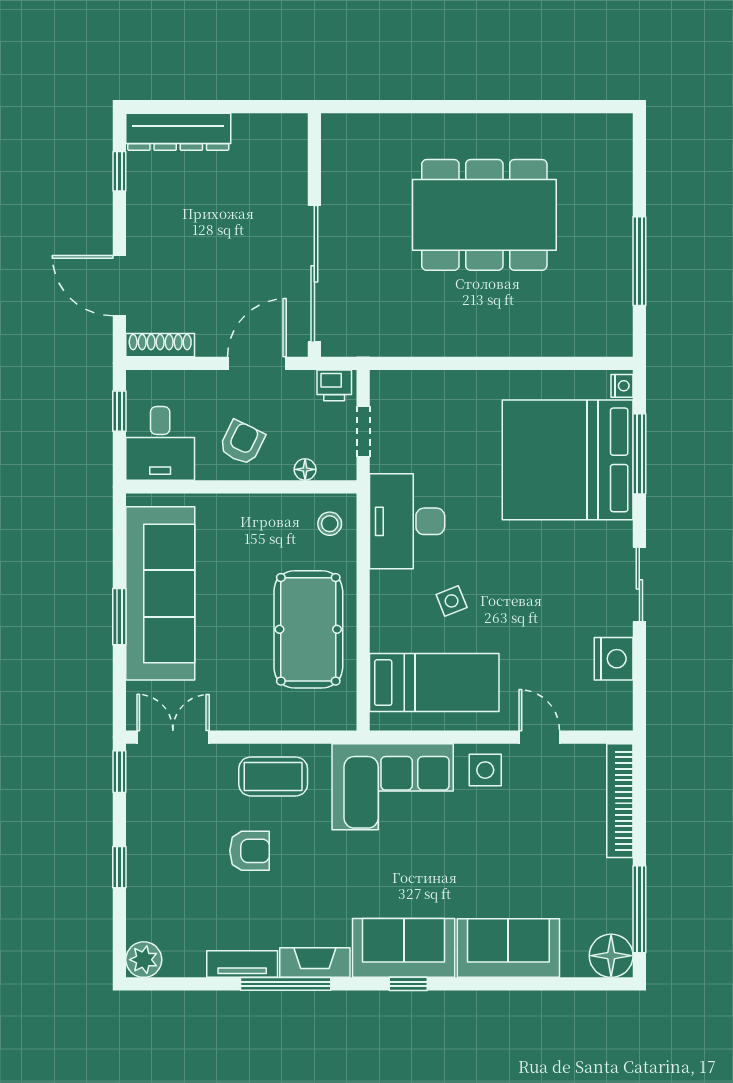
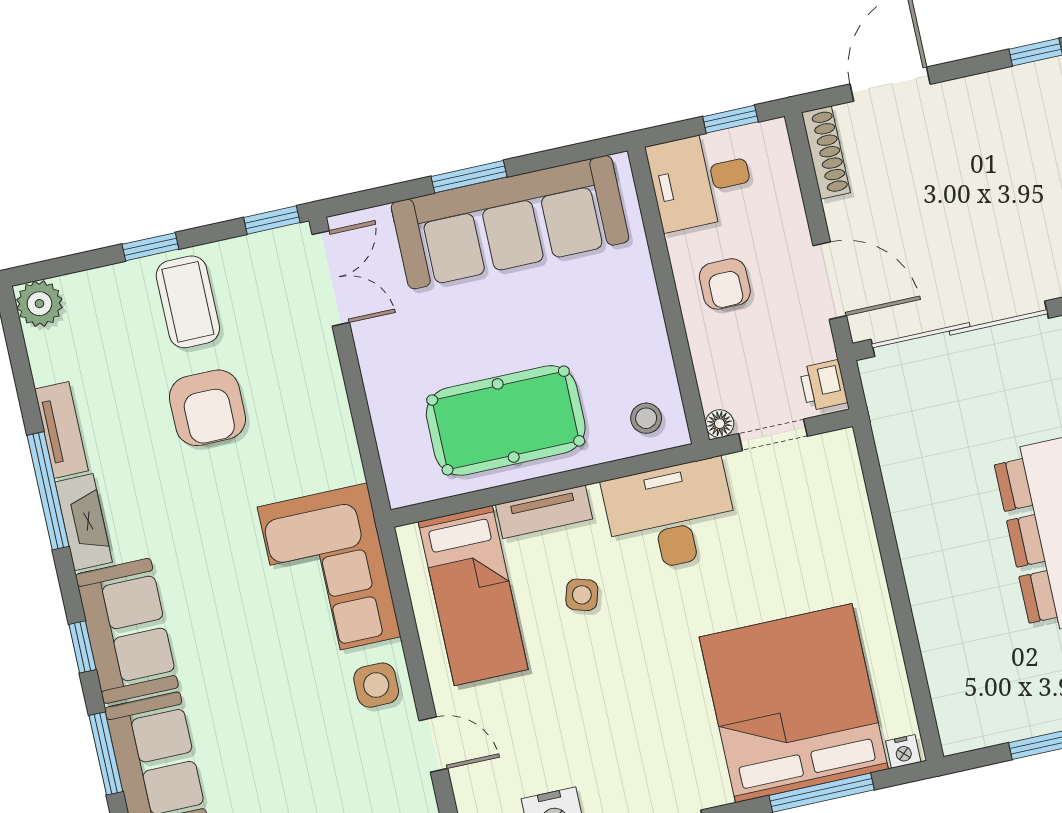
armchair: (242, 443) -> (725, 284), turned 64
floor lamp: (305, 469) -> (720, 424), moved
side table: (452, 601) -> (582, 595), turned 38
tv unit: (383, 616) -> (544, 512), added
door: (539, 737) -> (433, 745), hinge flipped
coffee table: (273, 776) -> (188, 302), moved
armchair: (250, 851) -> (207, 408), width x1.38, depth x1.38
window: (492, 984) -> (106, 754), added

